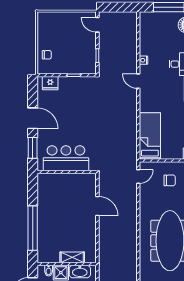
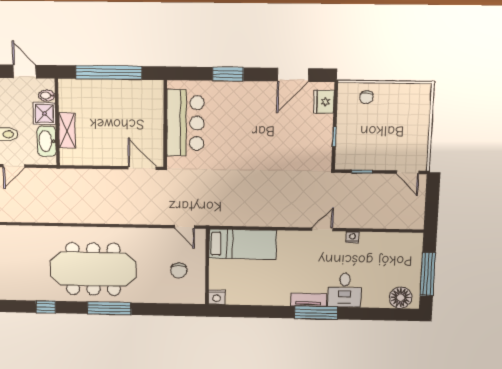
door: (97, 25) -> (408, 172), swing flipped
door: (33, 118) -> (293, 75), moved
bar counter: (66, 158) -> (185, 123), moved
wall: (67, 172) -> (165, 124), moved
door: (97, 206) -> (142, 168), swing flipped

